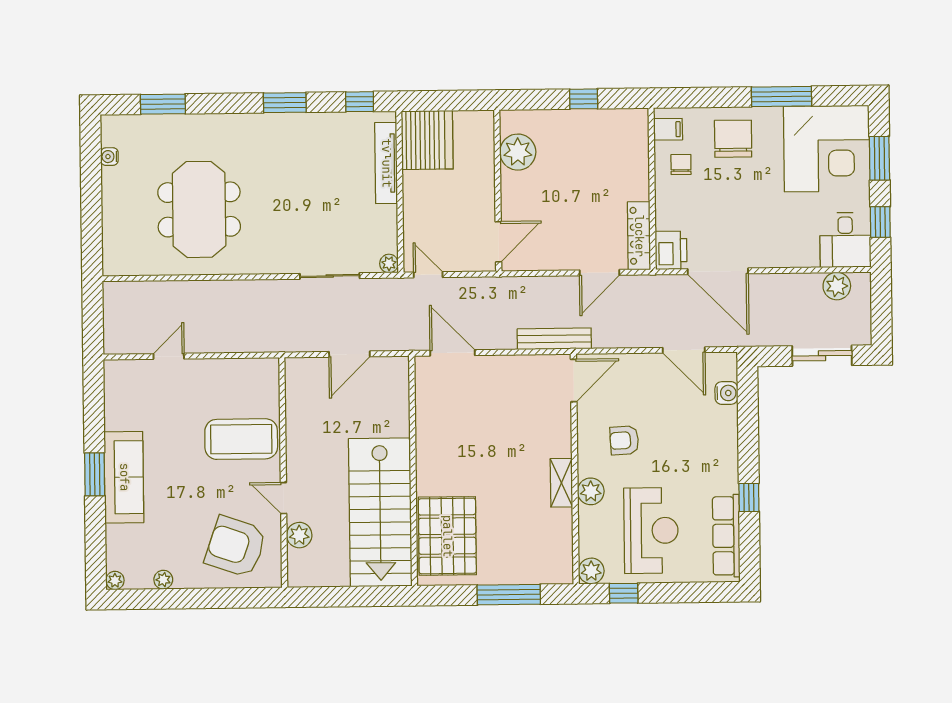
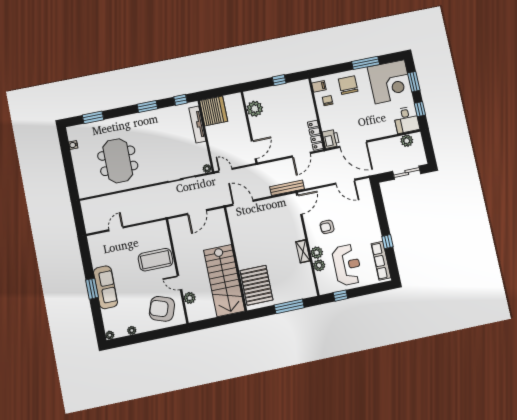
water cooler: (726, 393) -> (368, 197), removed
plant: (591, 571) -> (319, 265), moved

